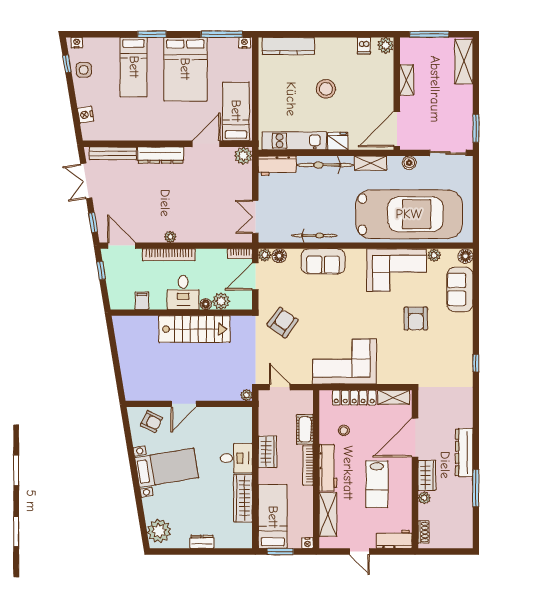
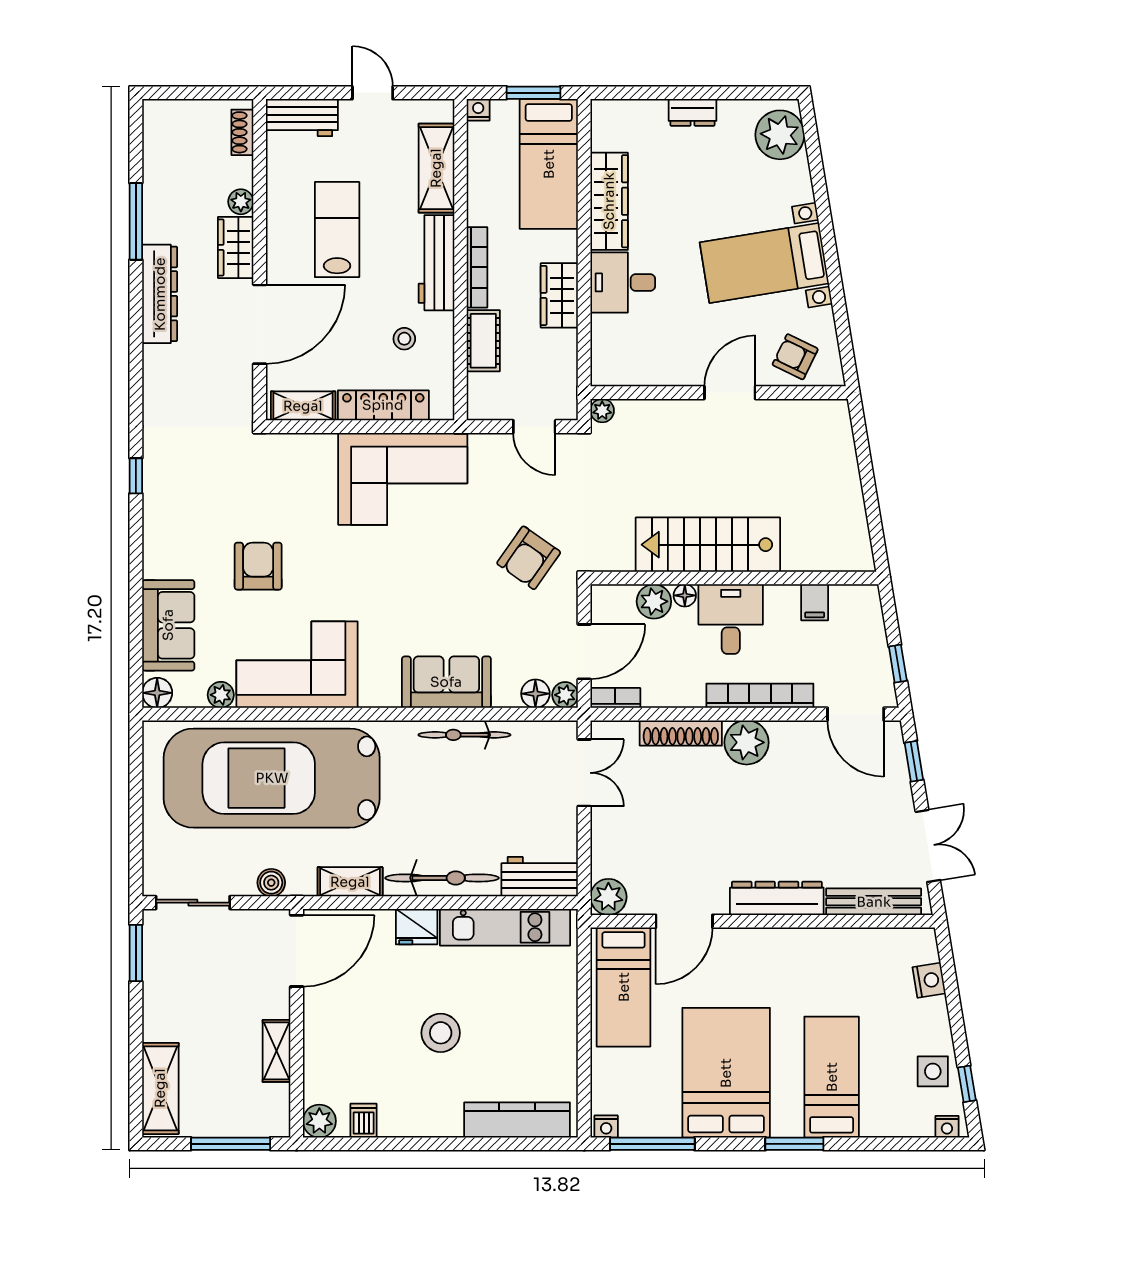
shoe rack: (208, 236) -> (681, 733), added
plant: (170, 237) -> (747, 742), width x1.88, depth x1.88

